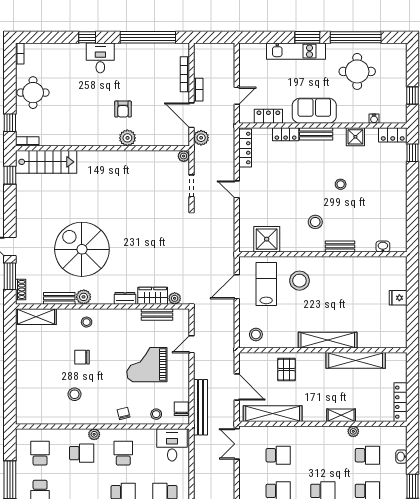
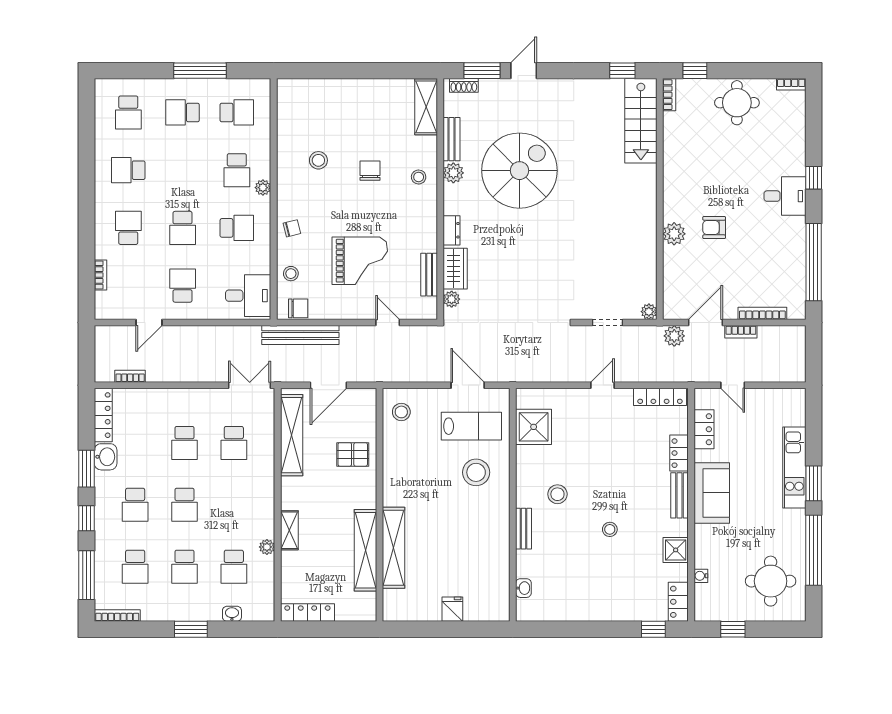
round table: (357, 71) -> (771, 581), moved
shelving: (328, 340) -> (394, 548), moved
grand piano: (147, 365) -> (360, 261), turned 90

